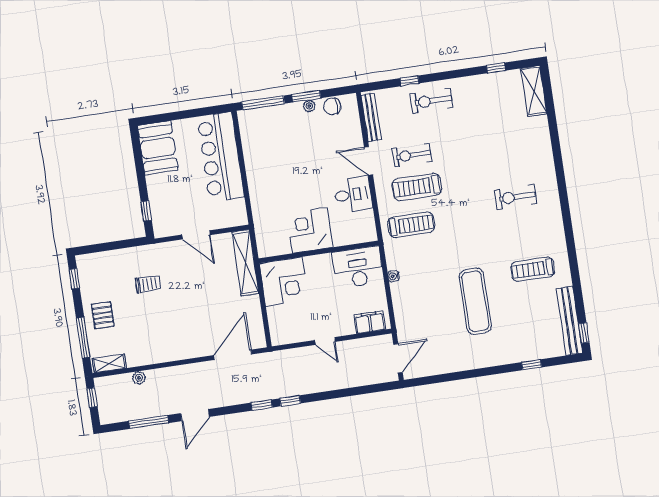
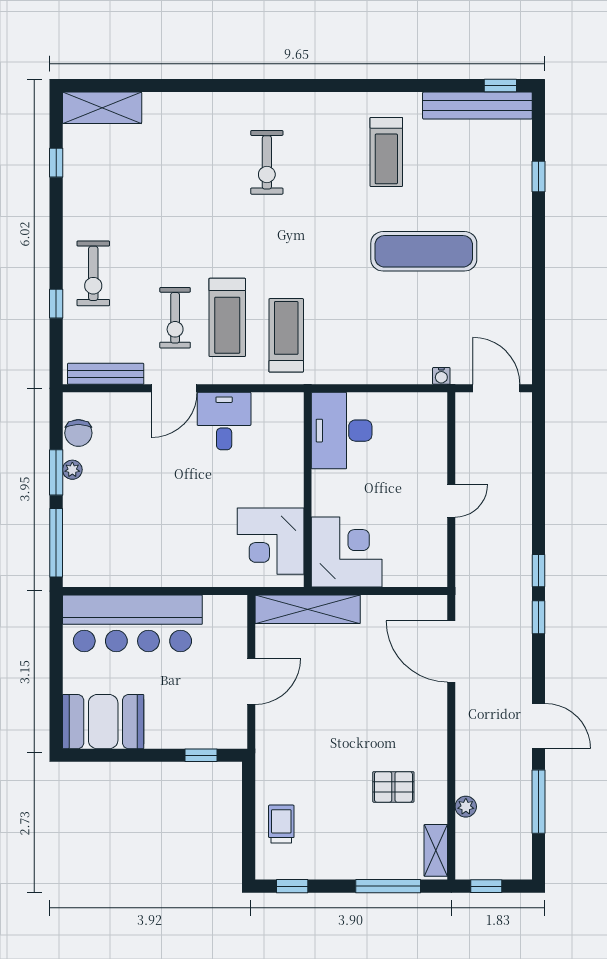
corner desk: (310, 230) -> (271, 541), moved
water cooler: (393, 276) -> (441, 376), moved
trolley: (148, 284) -> (281, 824), moved
pallet: (103, 315) -> (393, 787), moved
filing cabinet: (370, 322) -> (432, 425), removed

